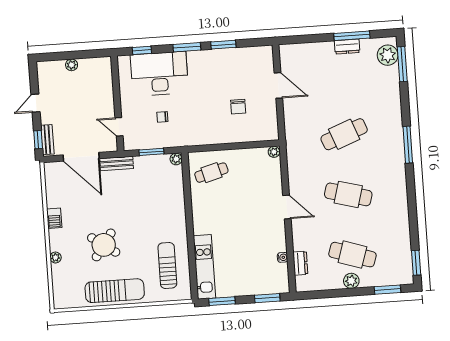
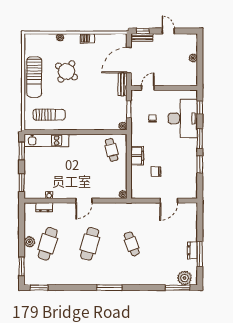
cafe table: (344, 134) -> (132, 244), width x0.73, depth x0.74
filing cabinet: (217, 135) -> (137, 156), added
window: (408, 145) -> (109, 288), moved

